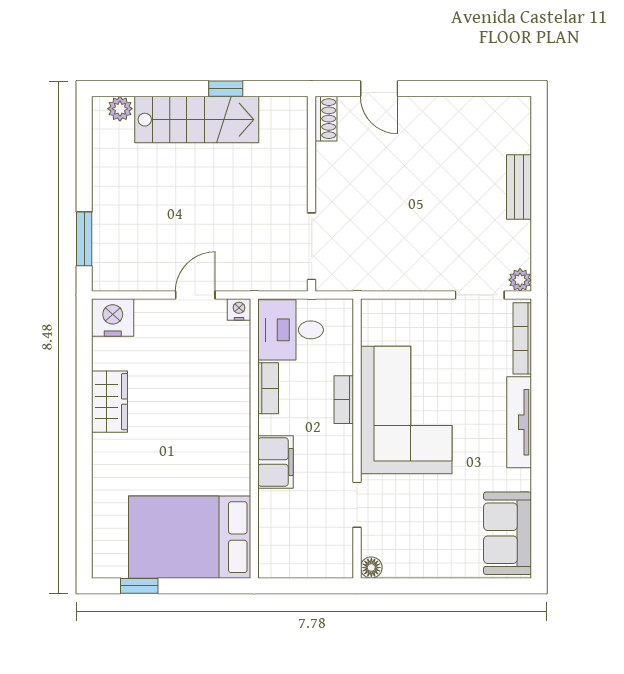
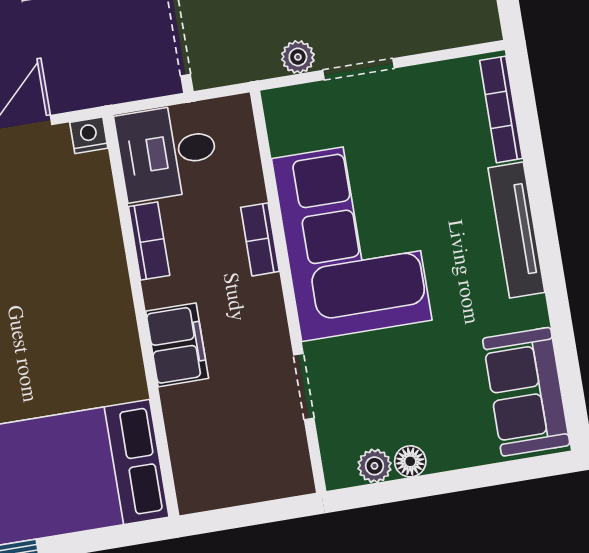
plant: (520, 280) -> (298, 57), moved
doorway: (480, 295) -> (358, 69), moved
plant: (396, 567) -> (374, 466), added
floor lamp: (371, 568) -> (410, 461), moved

